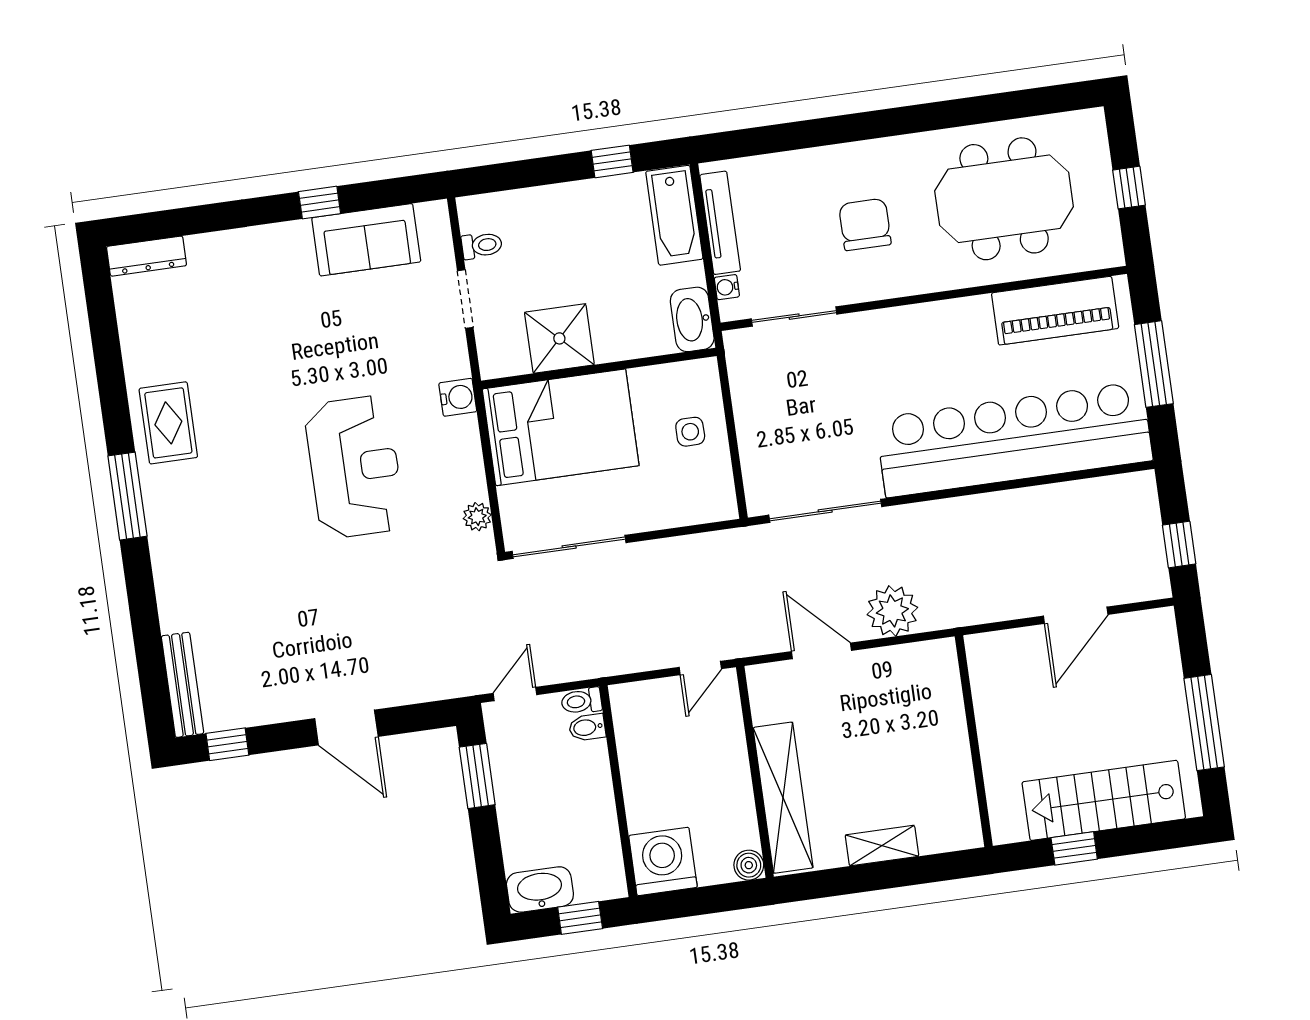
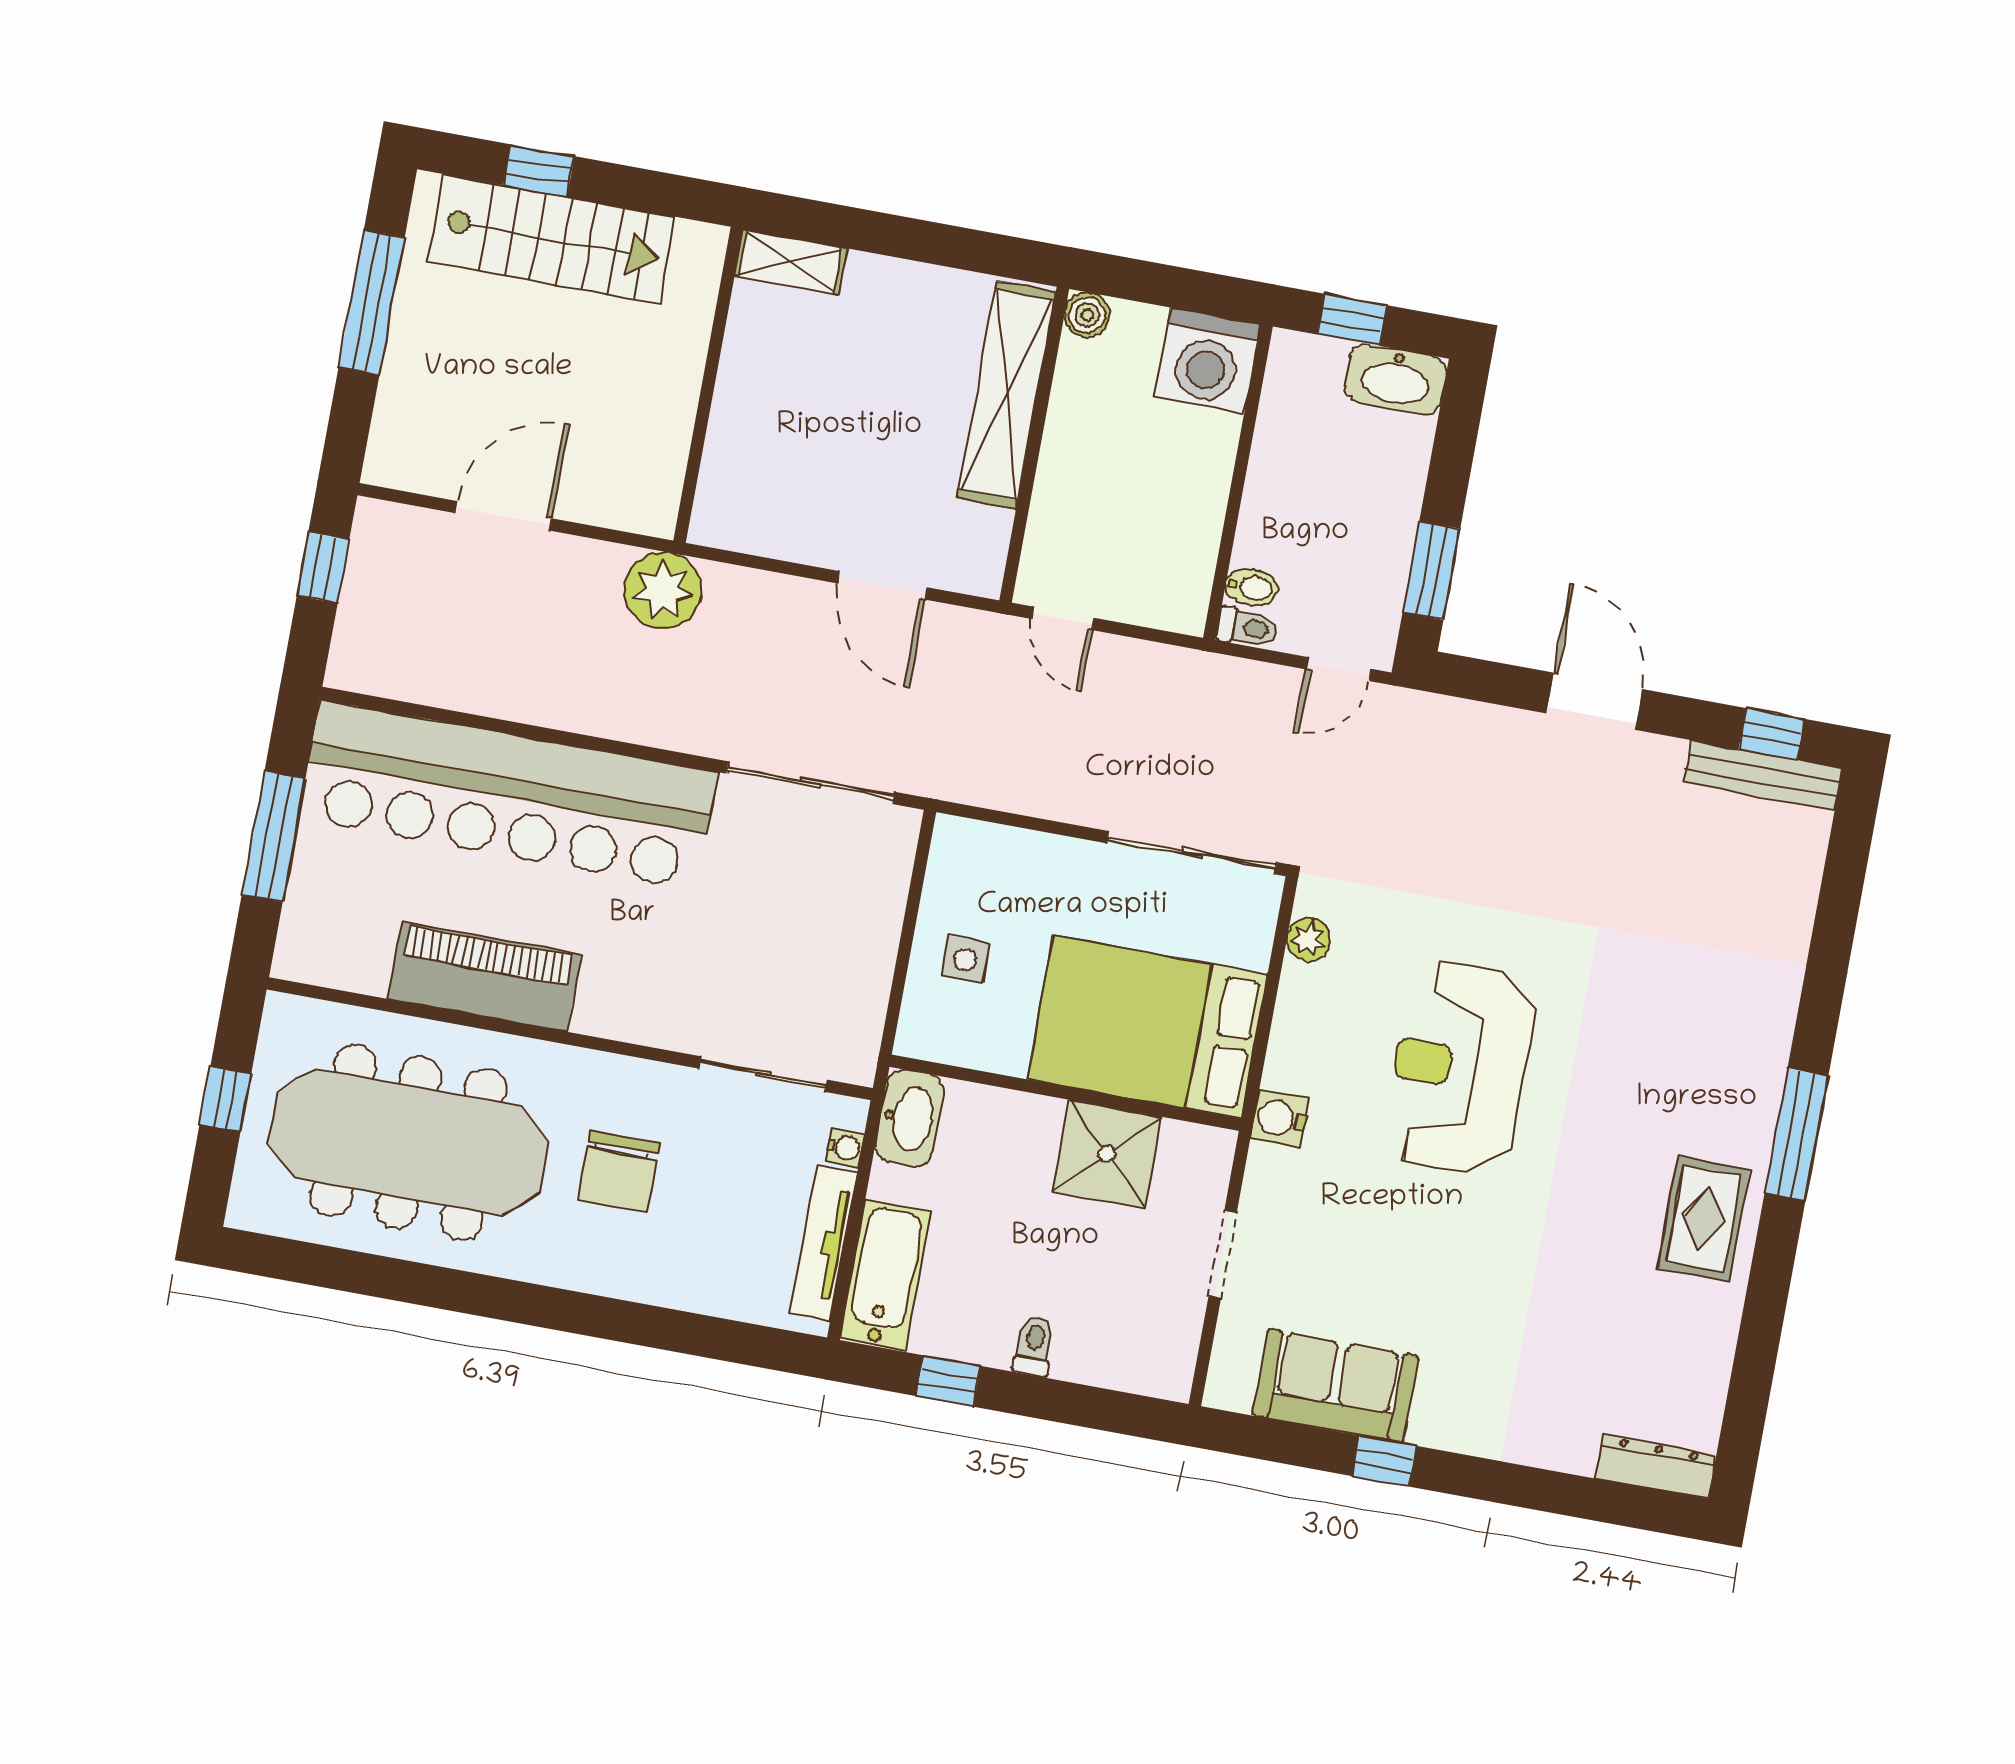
meeting table: (1004, 199) -> (408, 1142), width x1.36
toilet: (482, 245) -> (1034, 1346), moved, turned 90
piano: (1055, 311) -> (484, 976), moved
plant: (892, 611) -> (663, 590), moved
door: (700, 668) -> (1063, 618), swing flipped
bench: (182, 685) -> (1763, 775), moved, turned 90
shelving: (882, 846) -> (791, 262), moved
window: (1074, 848) -> (539, 171), moved

